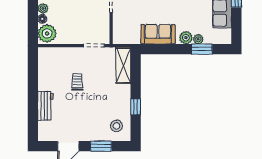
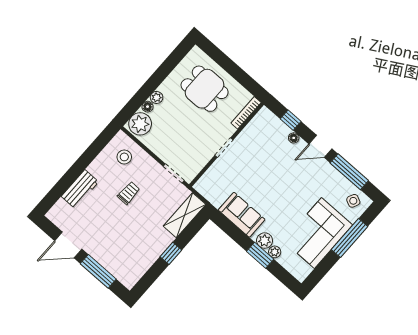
window: (202, 49) -> (260, 255), moved
window: (136, 107) -> (171, 253), moved
stool: (116, 126) -> (124, 157), moved
window: (101, 146) -> (98, 271), width x1.44

